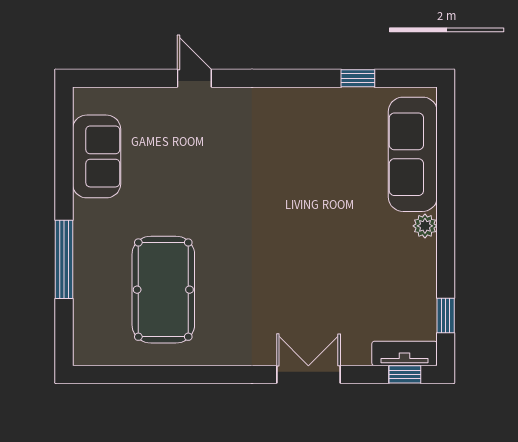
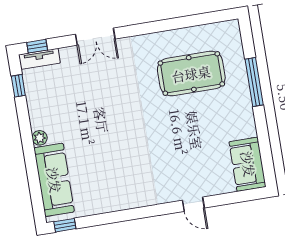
window: (358, 78) -> (65, 225), moved
sofa: (97, 156) -> (248, 164), moved
pool table: (163, 290) -> (191, 74), turned 90

